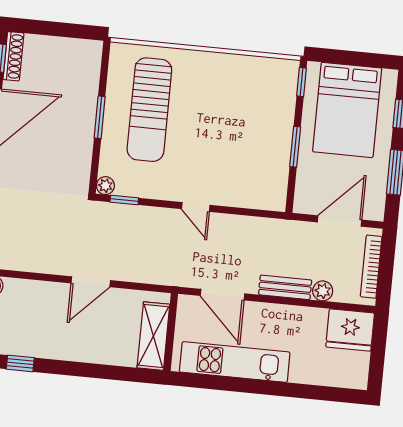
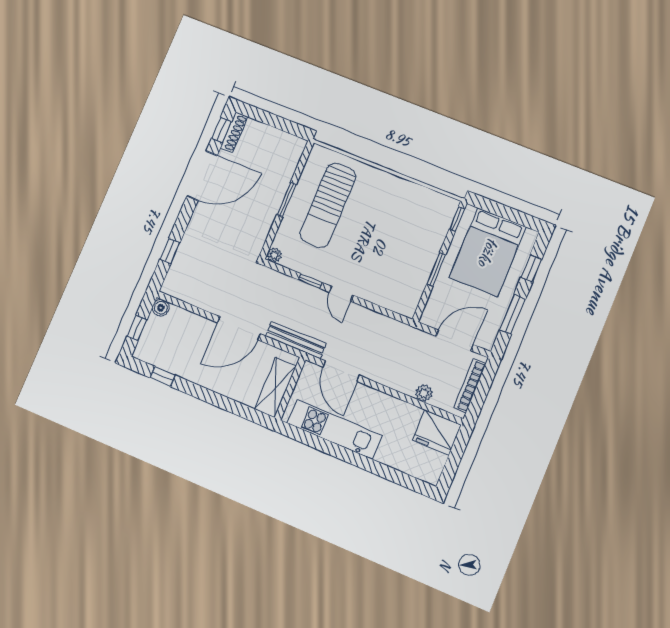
window: (124, 200) -> (310, 281), moved
door: (91, 282) -> (239, 328), width x1.36
bench: (285, 287) -> (296, 340), moved, width x1.36

